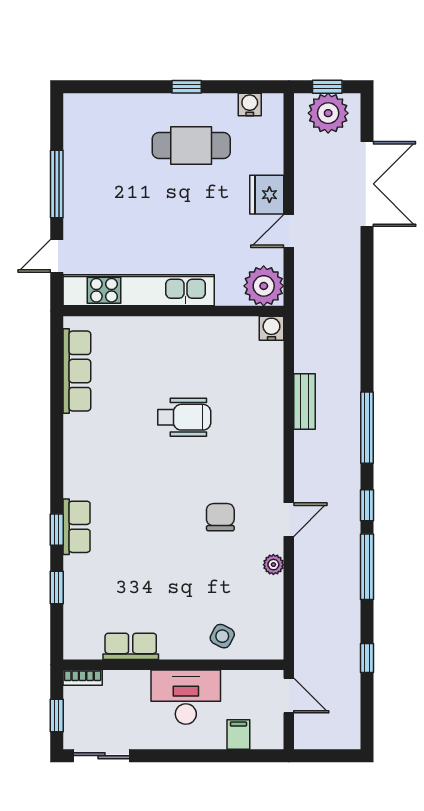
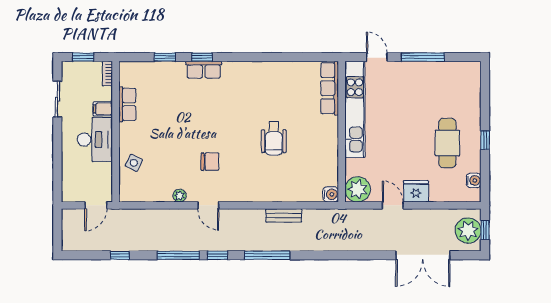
row of seats: (77, 371) -> (330, 88), moved, turned 90
filing cabinet: (238, 734) -> (103, 109), moved, turned 180
sliding door: (102, 756) -> (57, 99), moved

